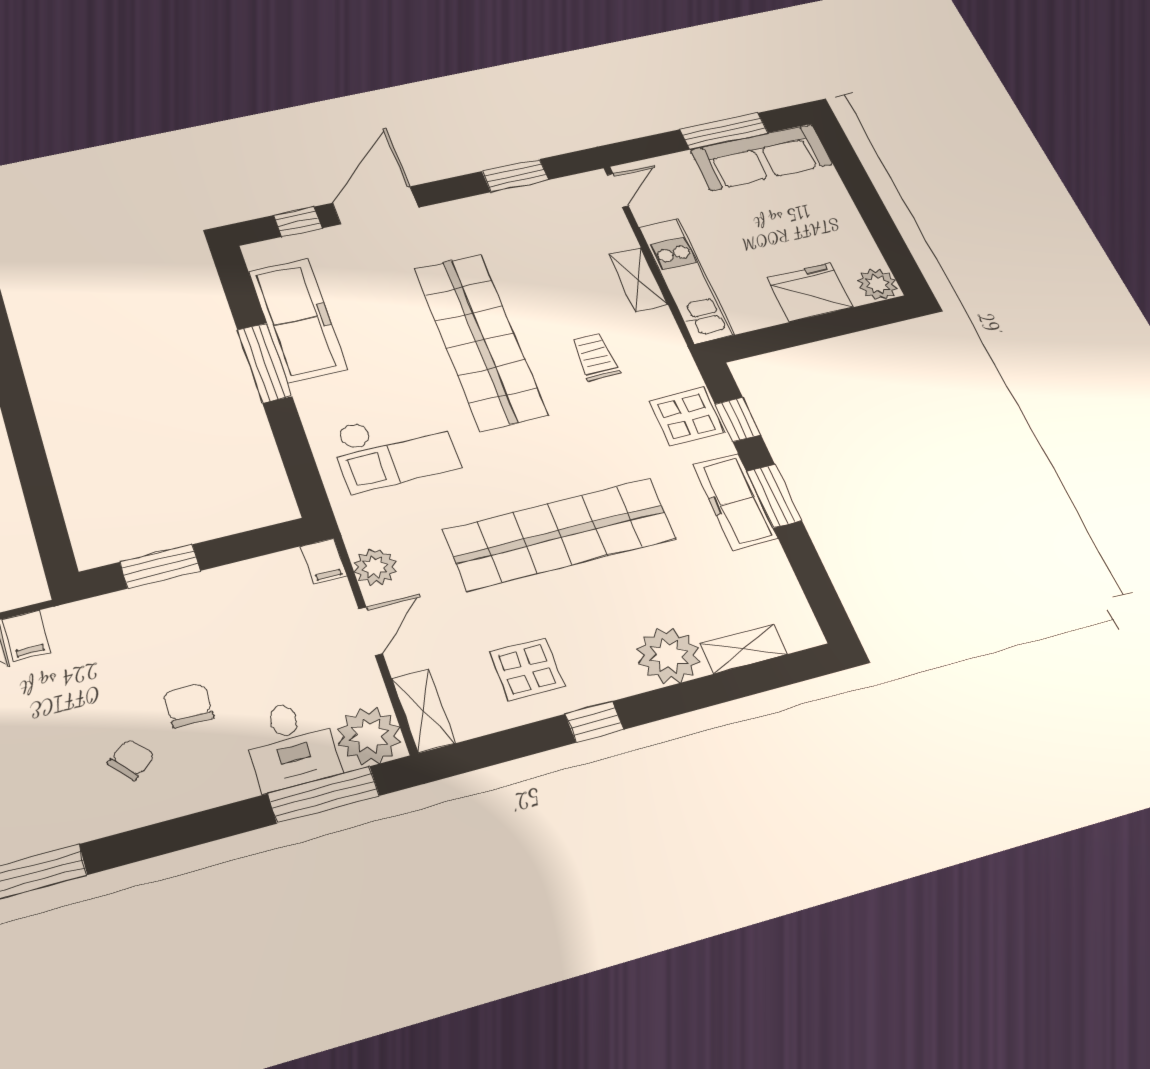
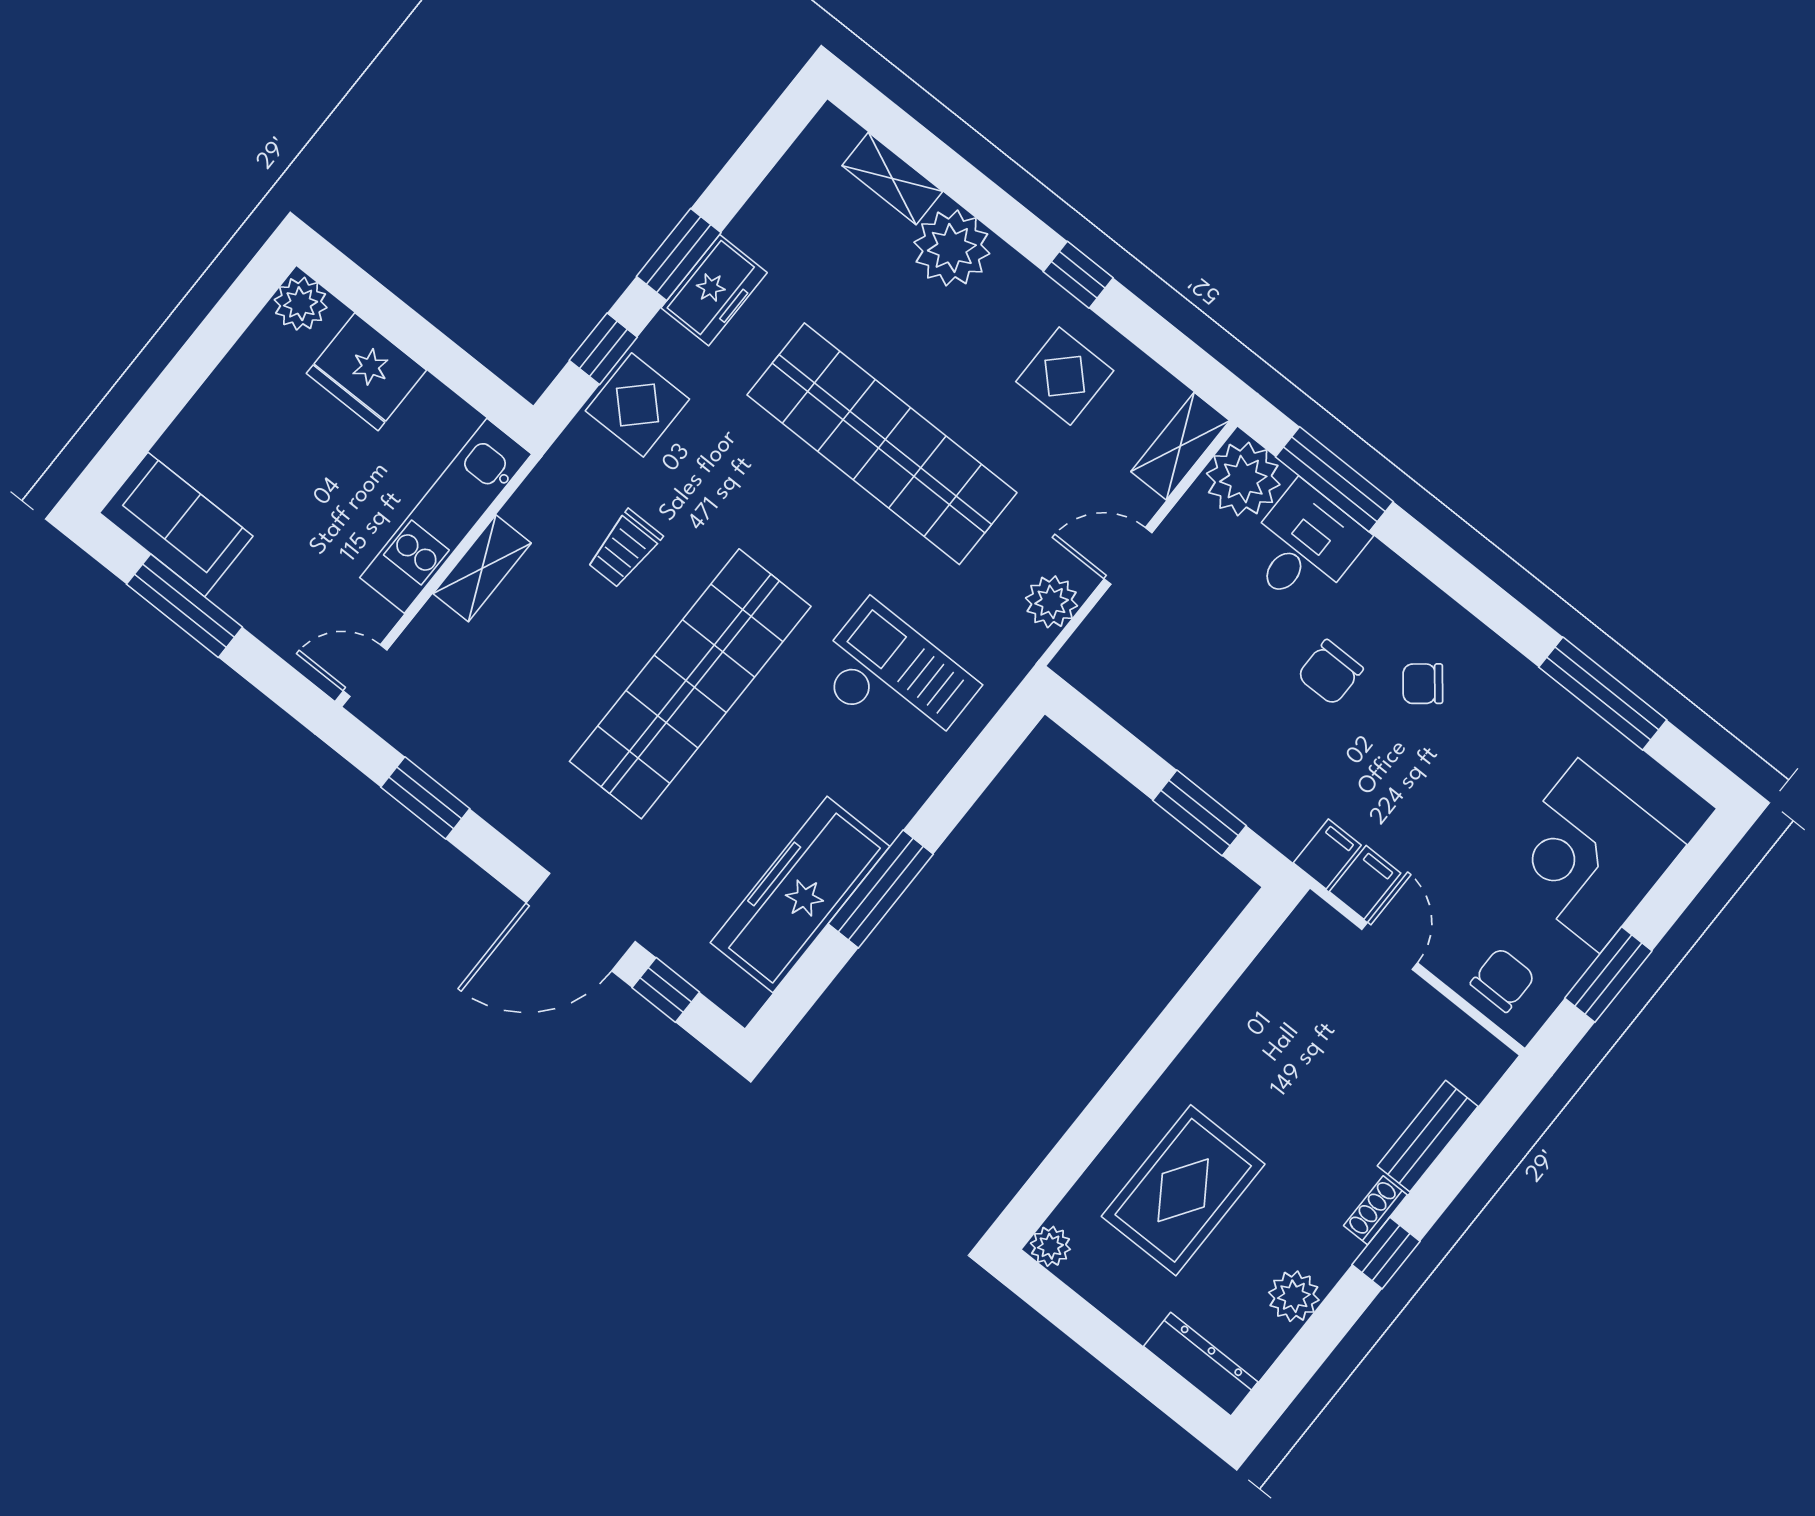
sofa: (762, 157) -> (176, 524), width x0.73
freezer: (735, 501) -> (714, 290), width x0.71
filing cabinet: (324, 561) -> (1327, 854), moved

